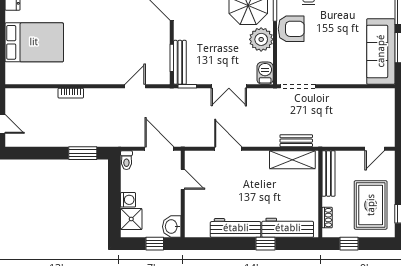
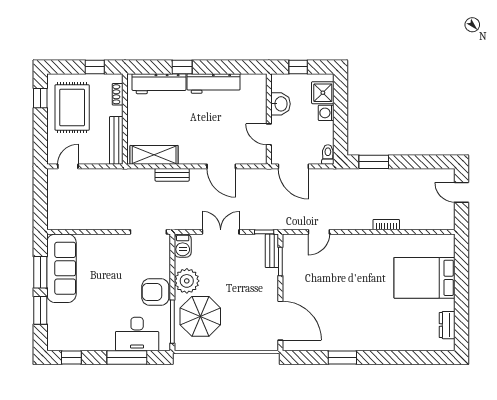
bench: (180, 62) -> (272, 251), width x0.73
bench: (296, 141) -> (172, 175), moved
washbasin: (172, 227) -> (280, 104), moved

